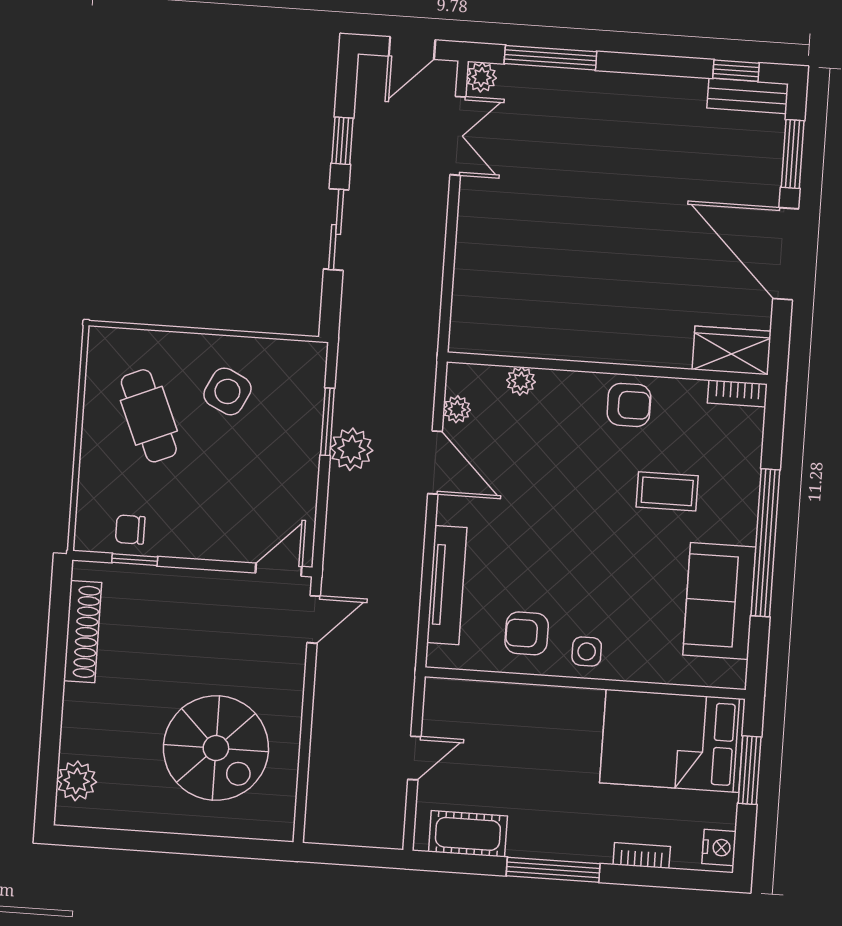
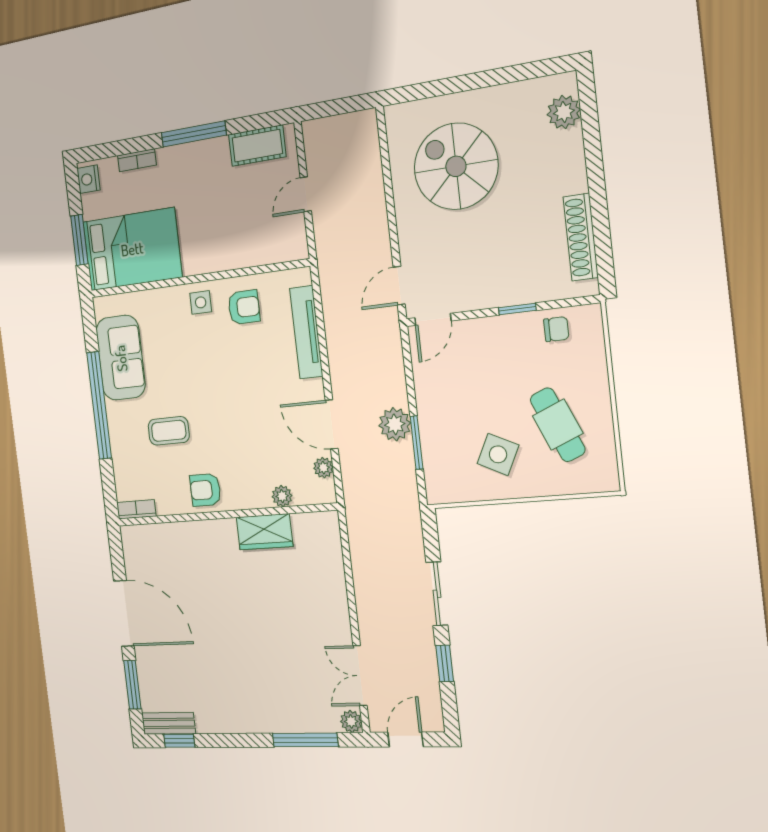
wardrobe: (732, 350) -> (265, 532), moved
window: (135, 560) -> (517, 309), moved

